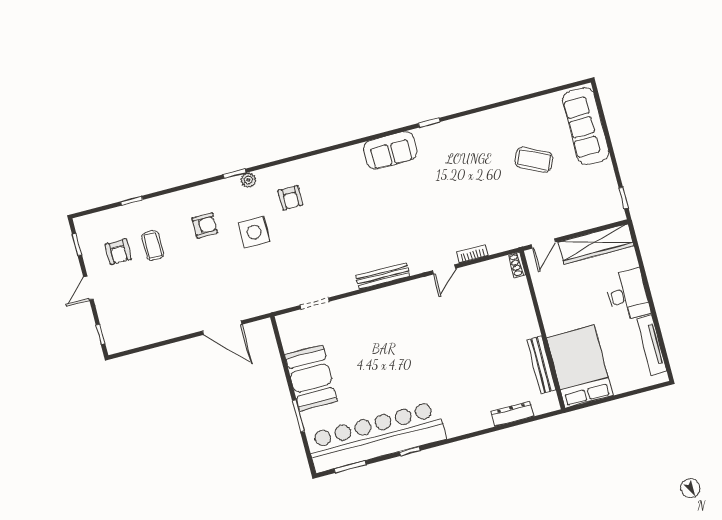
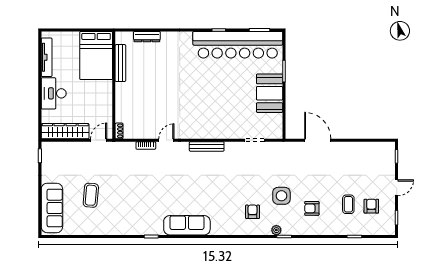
sofa: (390, 150) -> (187, 225), width x1.36
coffee table: (534, 160) -> (91, 195), turned 69

